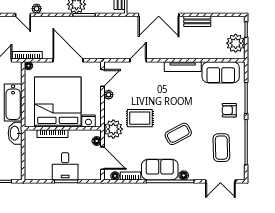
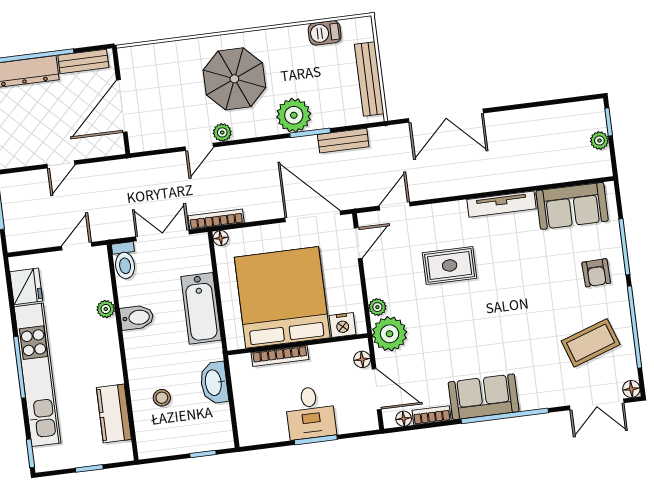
door: (23, 15) -> (199, 147), hinge flipped
bench: (197, 21) -> (343, 141), moved
plant: (236, 43) -> (599, 141), width x0.53, depth x0.53
door: (68, 60) -> (313, 216), moved
door: (138, 60) -> (395, 206), moved
plant: (109, 95) -> (377, 307), moved
armchair: (229, 110) -> (596, 273), turned -92
rug: (140, 118) -> (450, 265), moved
washbasin: (15, 133) -> (214, 383), moved
coffee table: (178, 134) -> (509, 328), removed
coffee table: (221, 148) -> (591, 343), turned 72
floor lamp: (184, 175) -> (631, 389), moved

